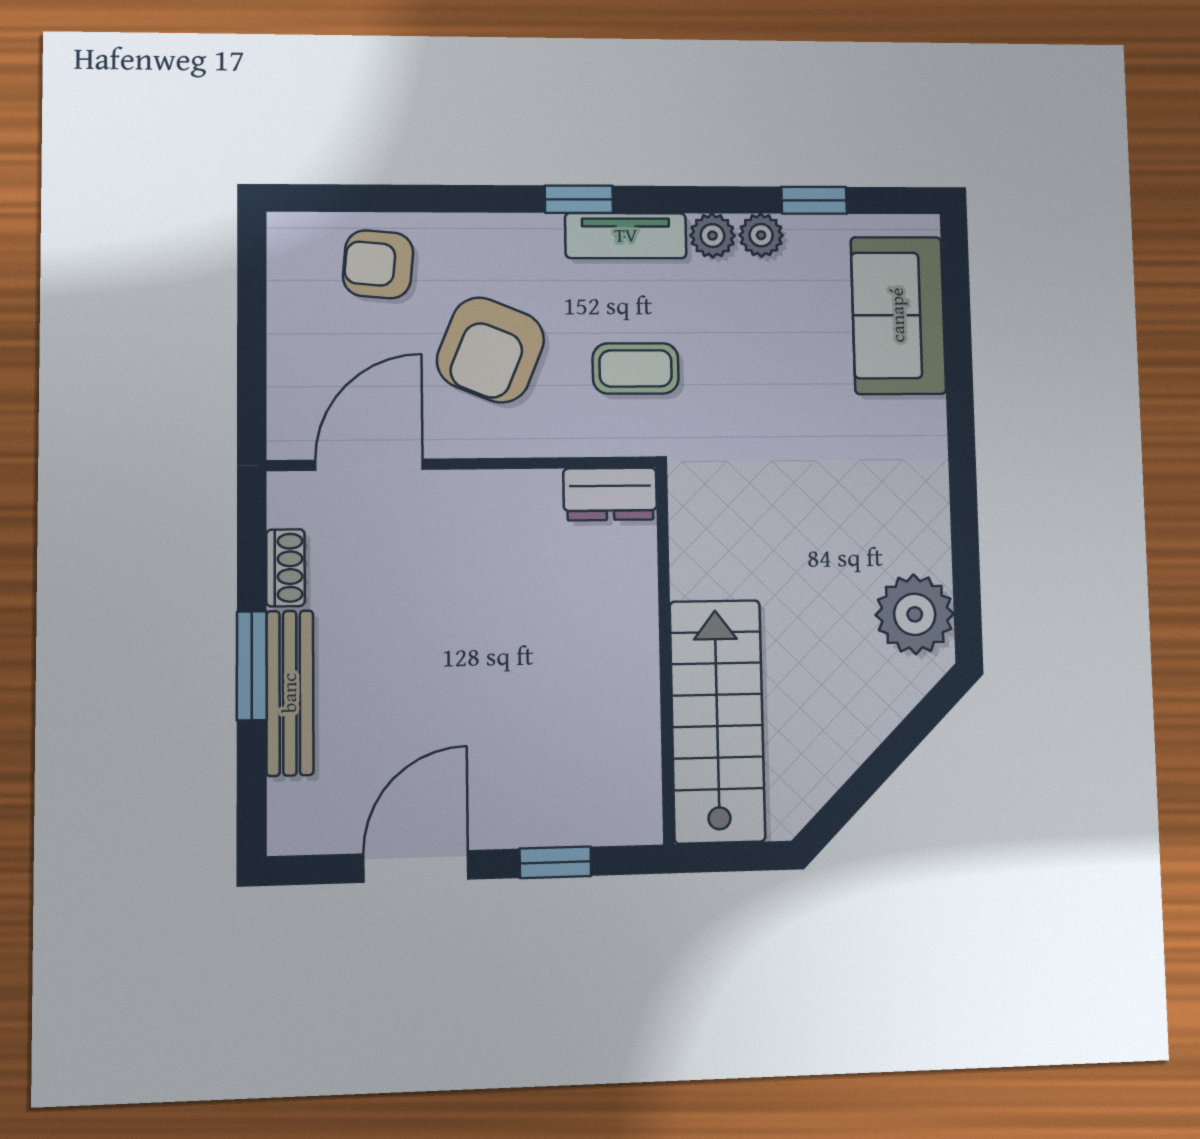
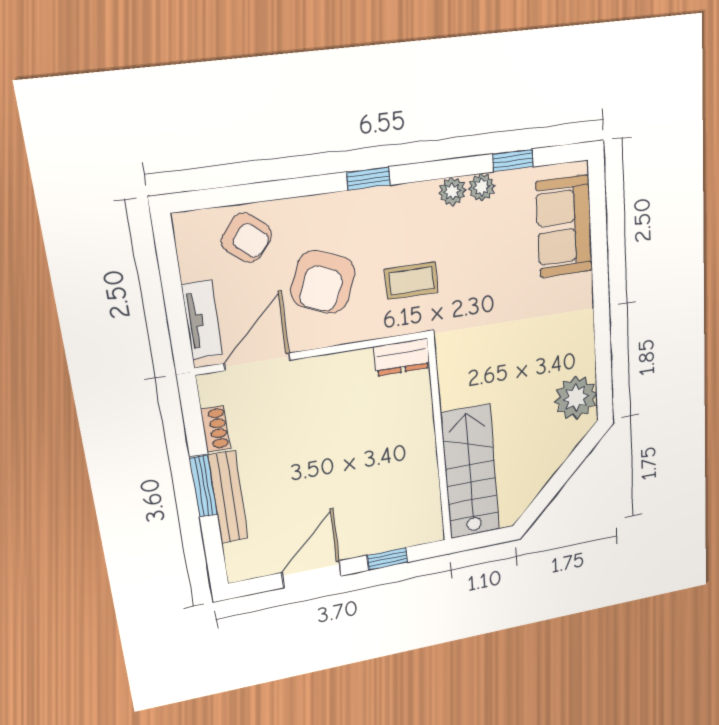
tv unit: (626, 236) -> (202, 320), moved, turned -90
armchair: (378, 264) -> (247, 238), turned -145

